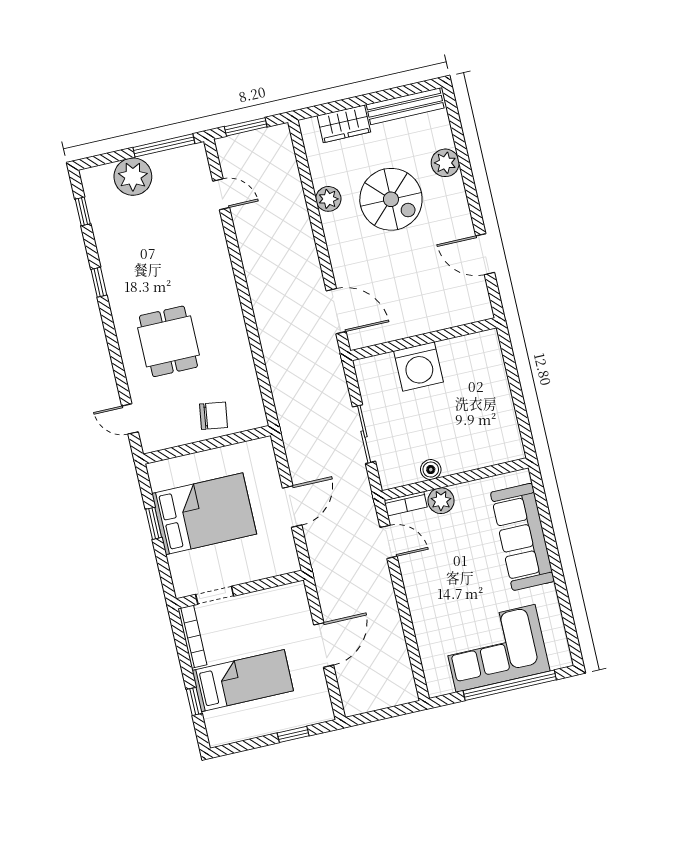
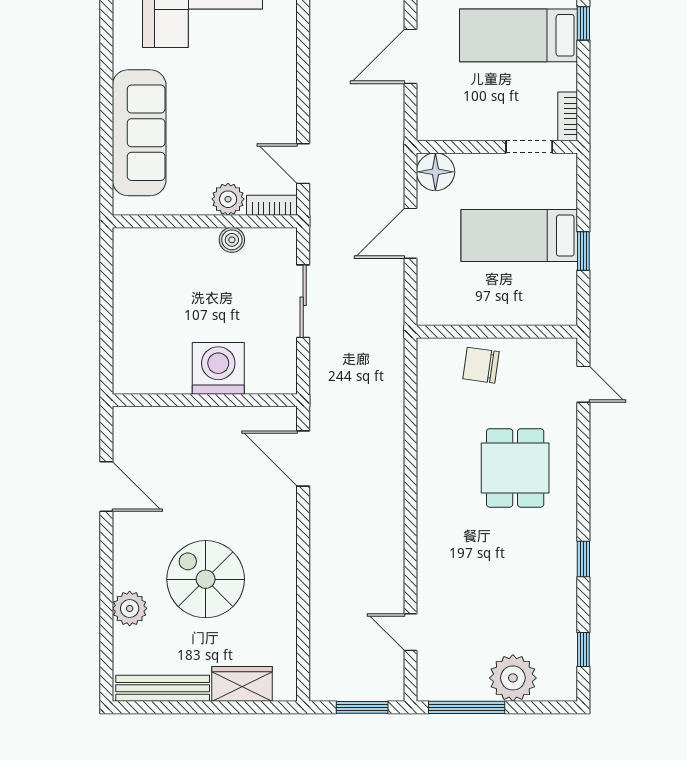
plant: (328, 199) -> (282, 597), removed
bed: (204, 514) -> (519, 236), width x0.67
floor lamp: (284, 559) -> (435, 172), added
bookcase: (192, 637) -> (568, 116), width x0.64

